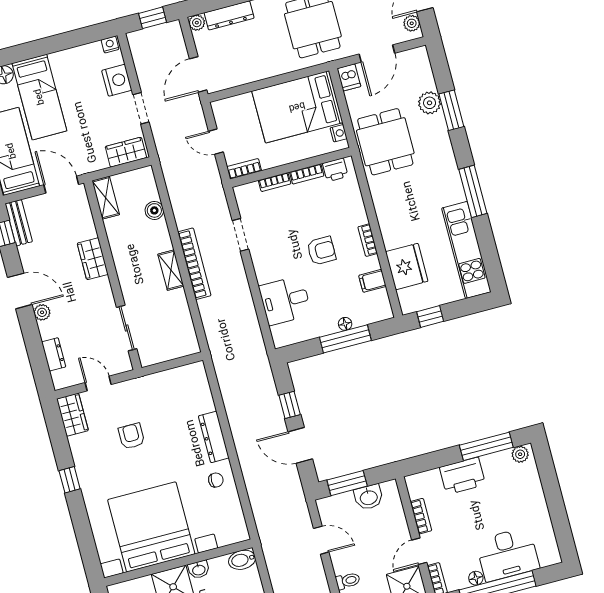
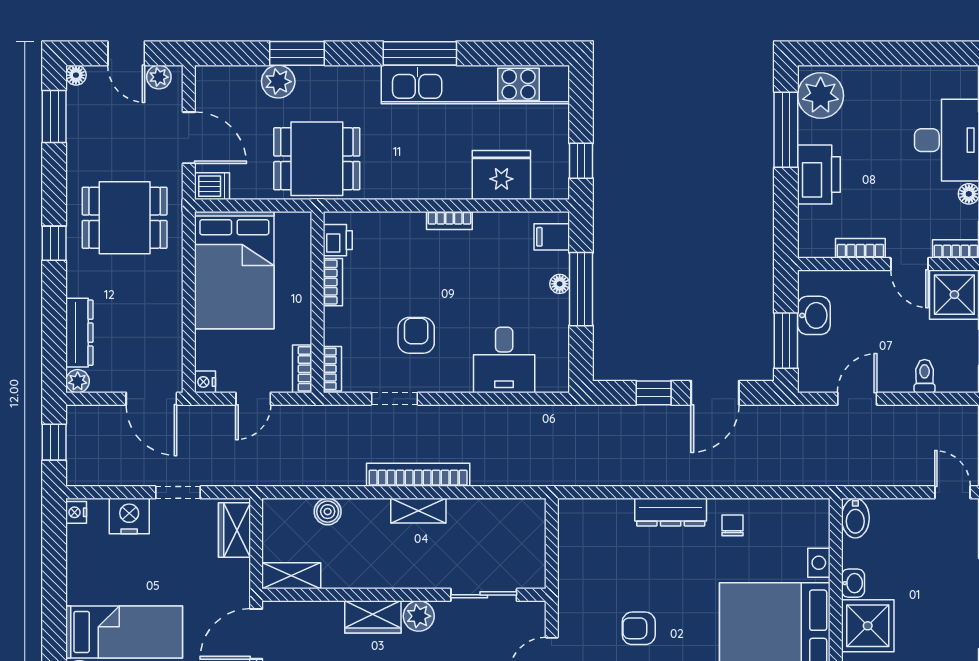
nightstand: (339, 133) -> (205, 382), moved, turned -90
bookcase: (275, 182) -> (332, 369), moved
kitchen unit: (466, 250) -> (475, 84), width x1.36
armchair: (321, 251) -> (416, 335), moved
filing cabinet: (372, 281) -> (552, 237), moved, turned 90
plant: (101, 289) -> (419, 616), added
plant: (520, 454) -> (821, 95), width x1.87, depth x1.87

